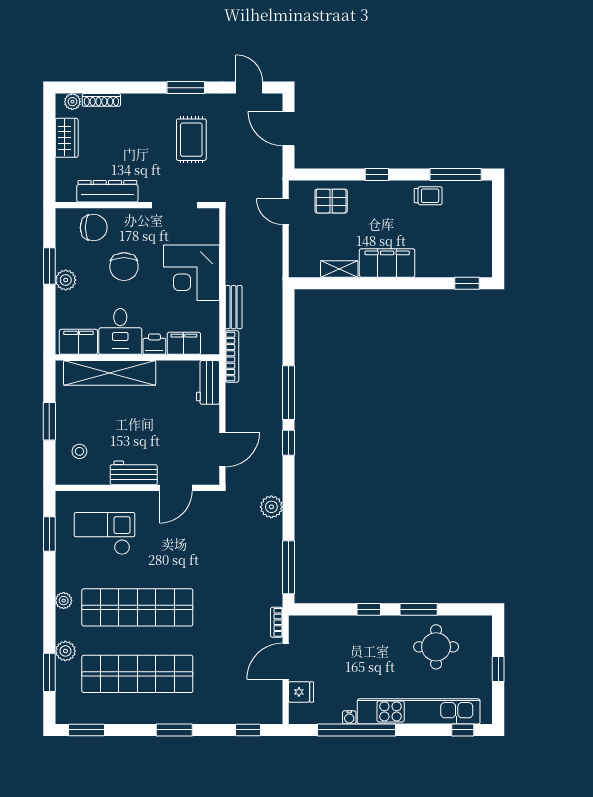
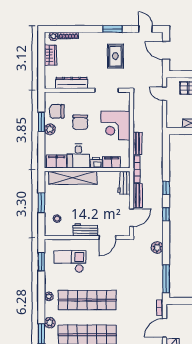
chair: (94, 228) -> (57, 111), moved, turned 180
window: (289, 393) -> (166, 188), width x0.46
bench: (234, 407) -> (138, 196), added

